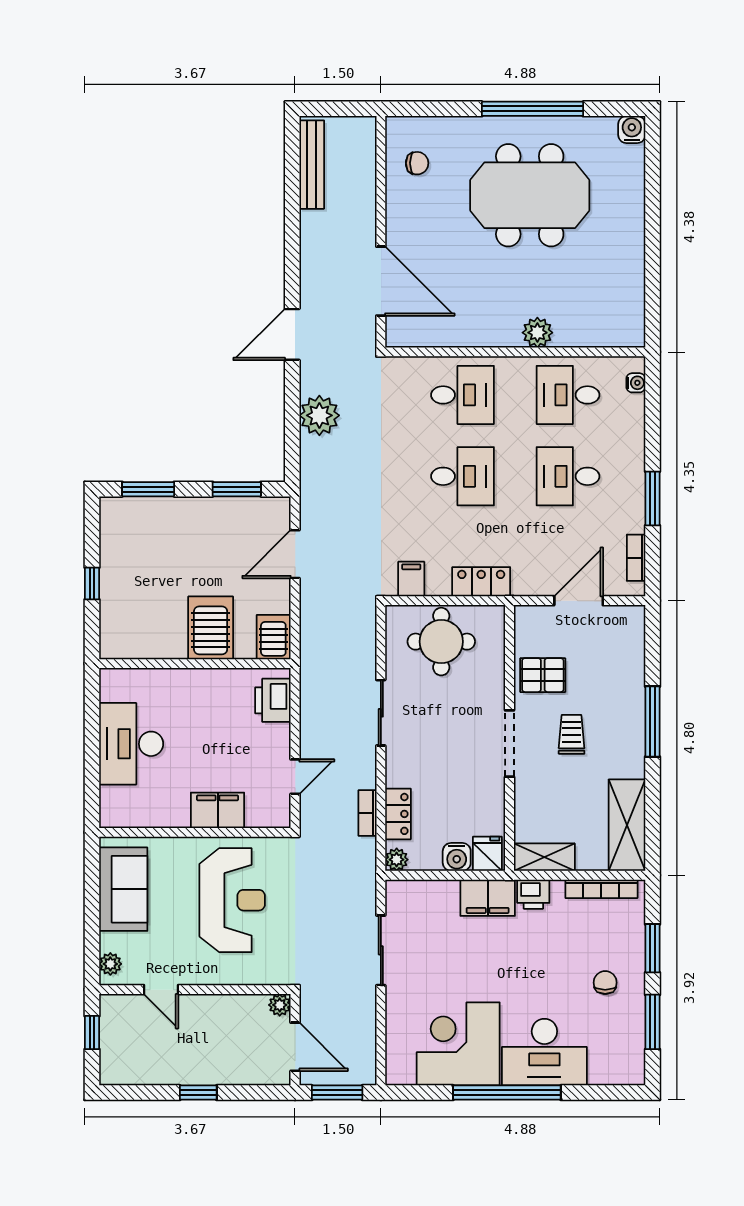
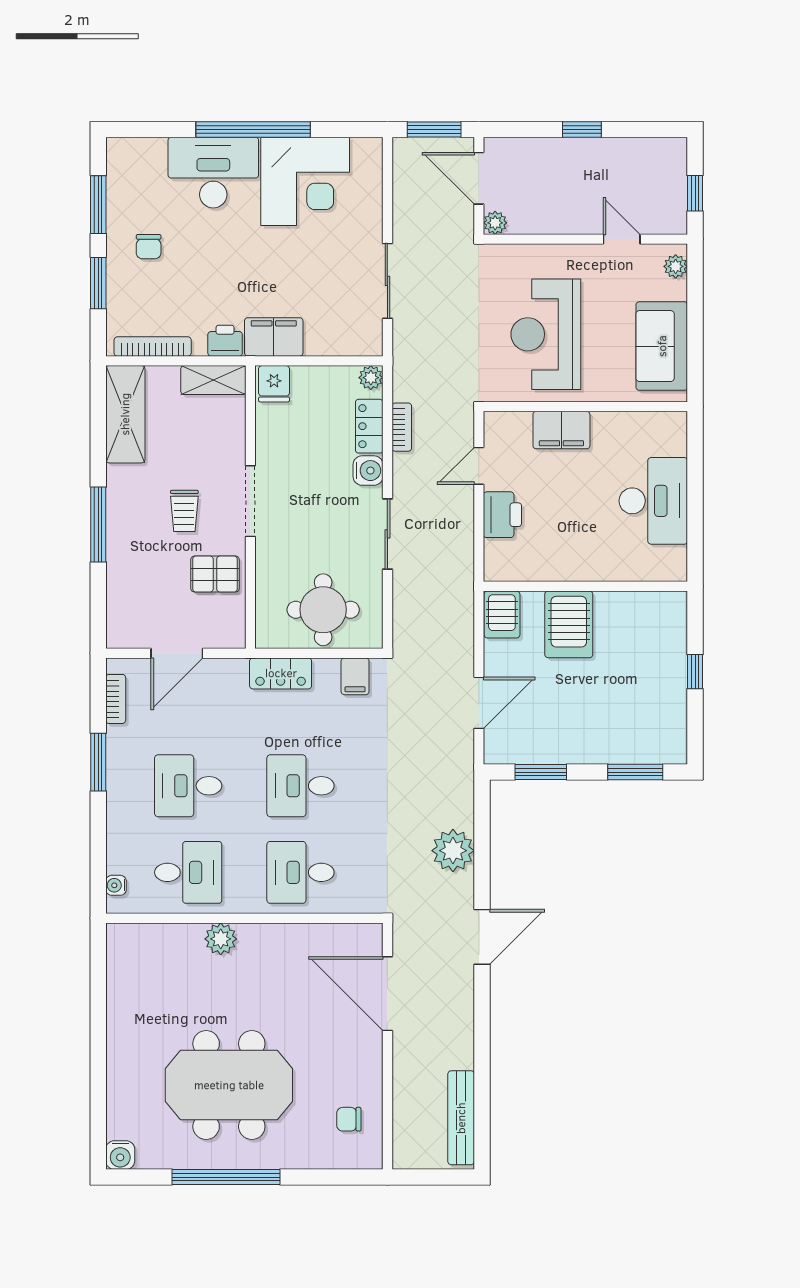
desk: (568, 476) -> (188, 786), turned 180
printer: (273, 700) -> (502, 515), moved
water cooler: (457, 857) -> (368, 471), moved, turned 90

